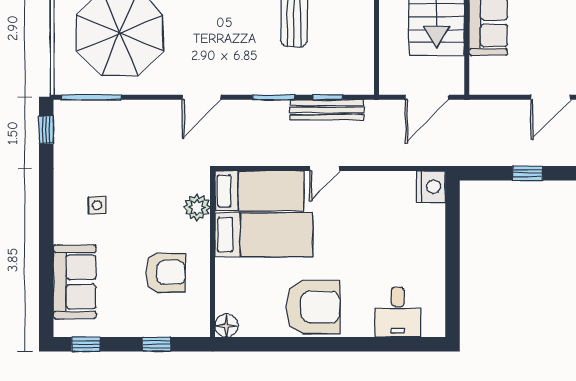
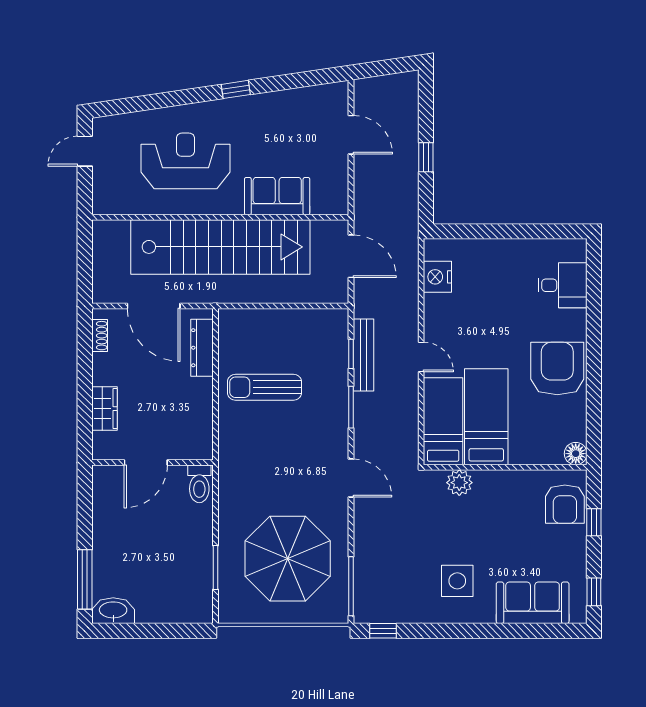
nightstand: (431, 187) -> (437, 277), moved, turned -90
side table: (97, 205) -> (457, 581), width x1.87, depth x1.87
armchair: (165, 273) -> (565, 504), moved, turned 180

